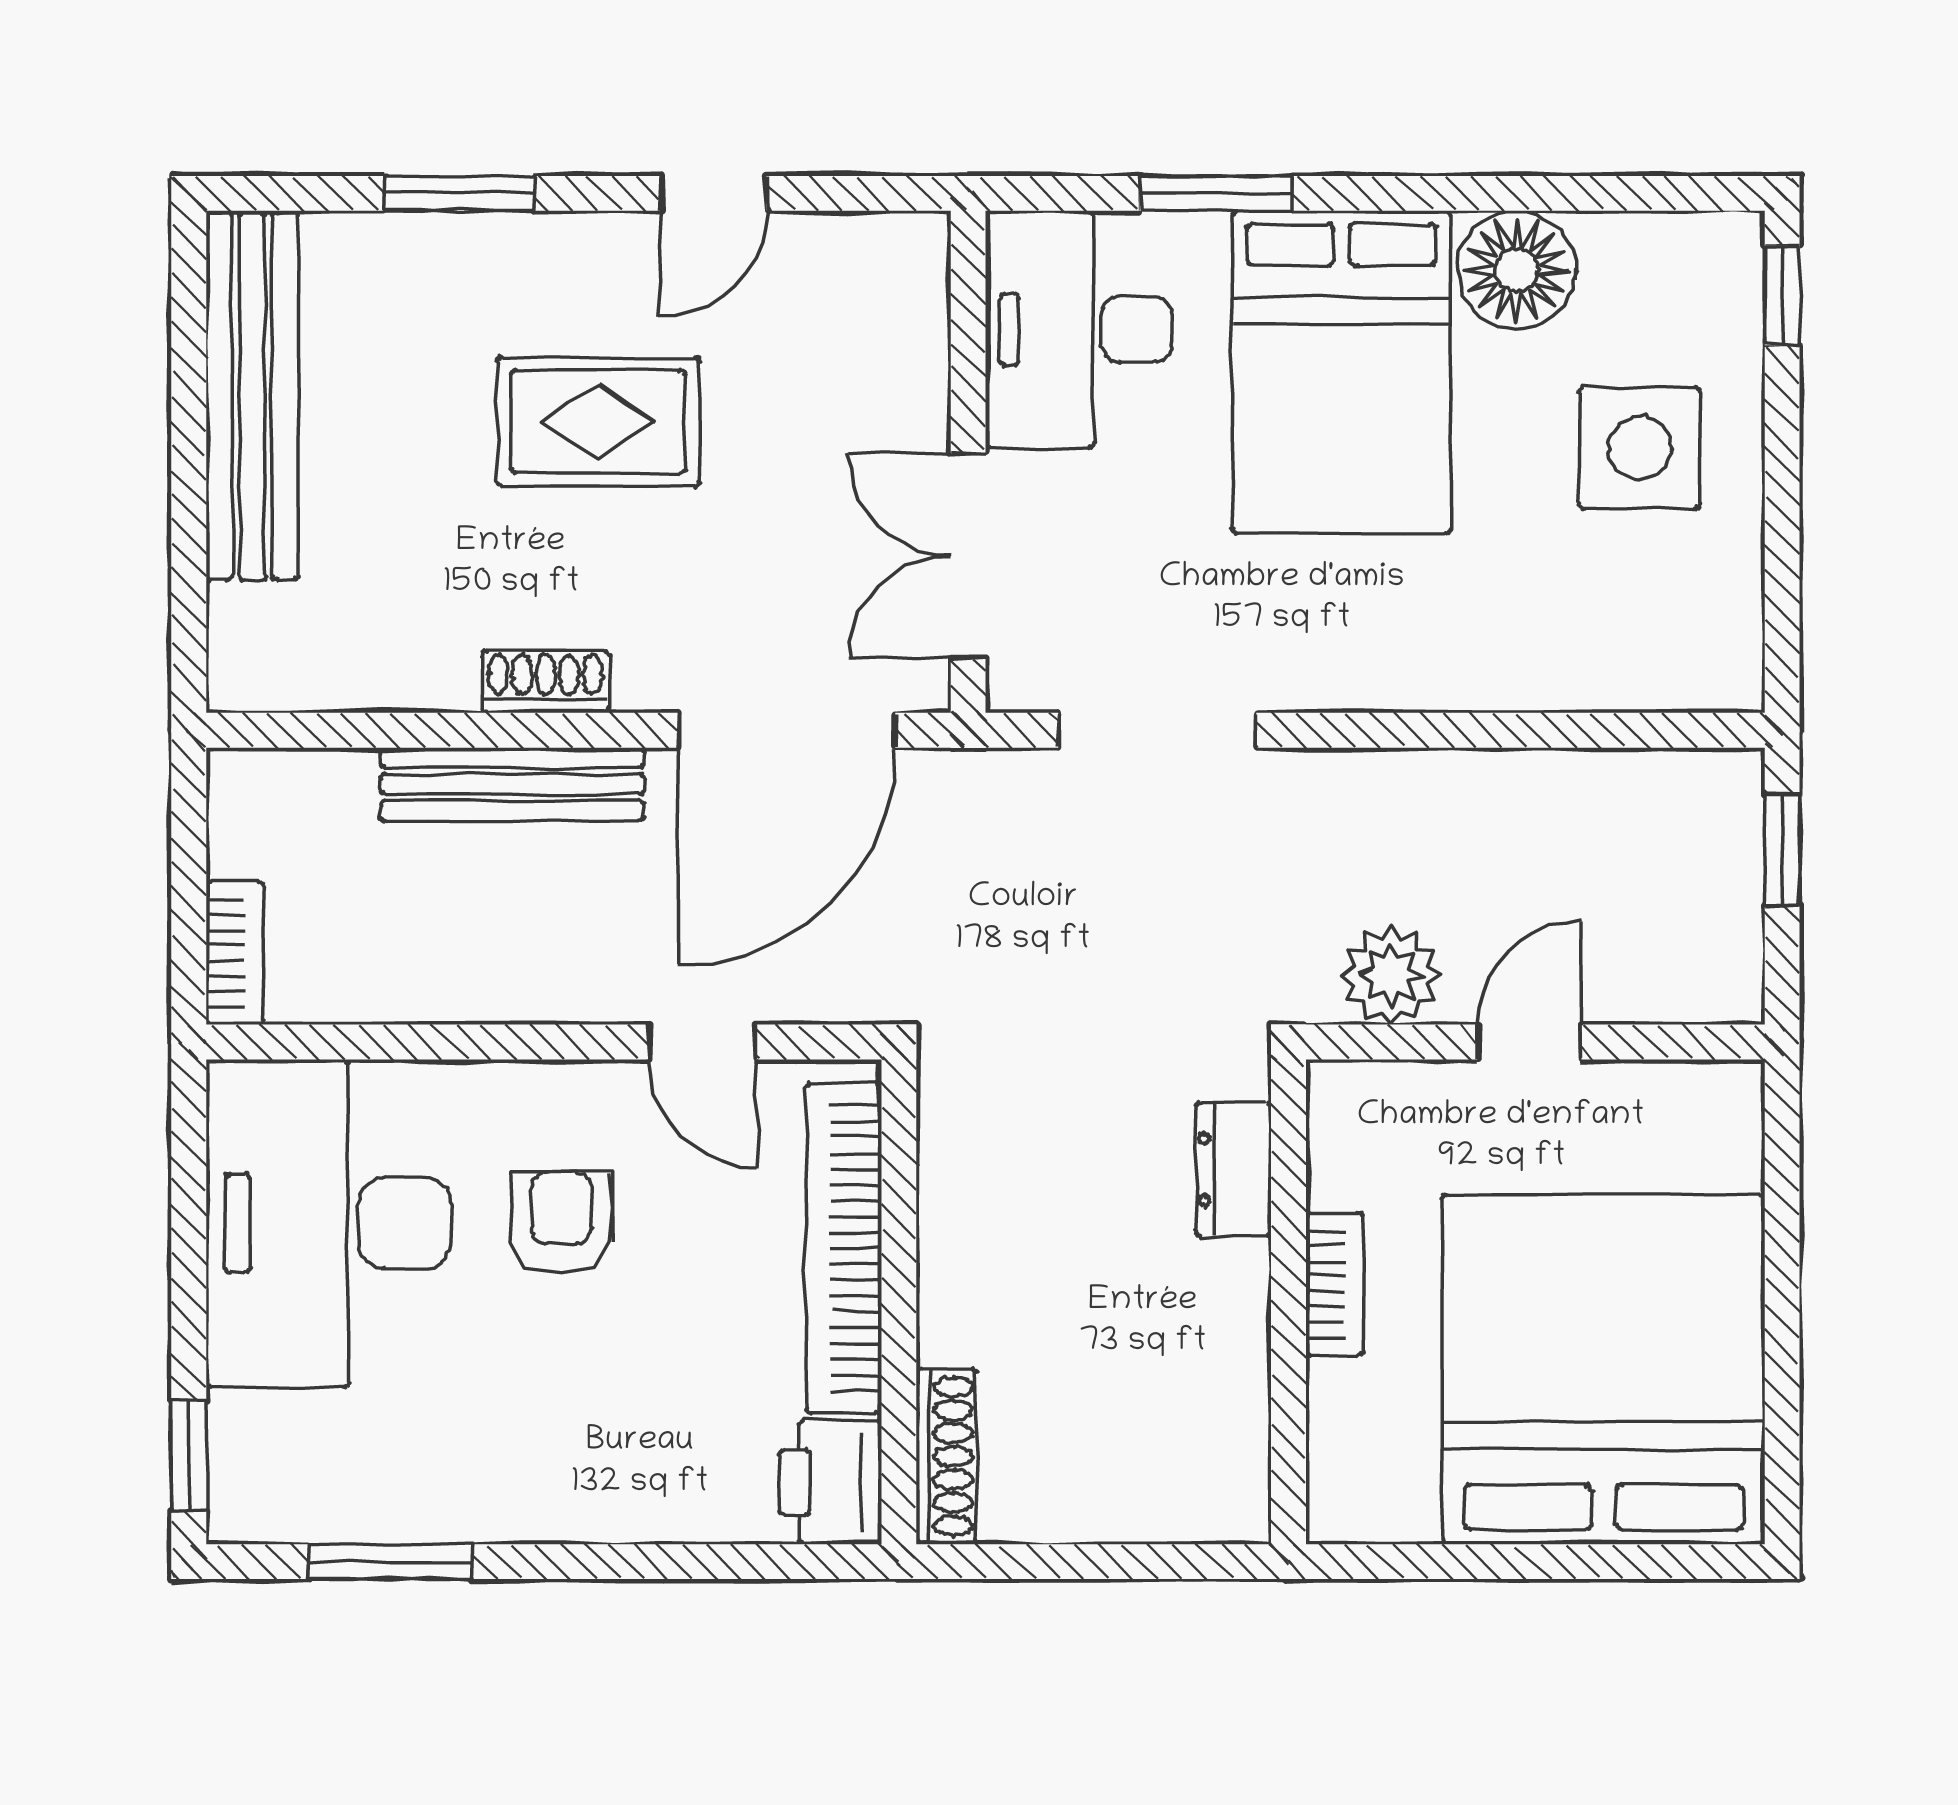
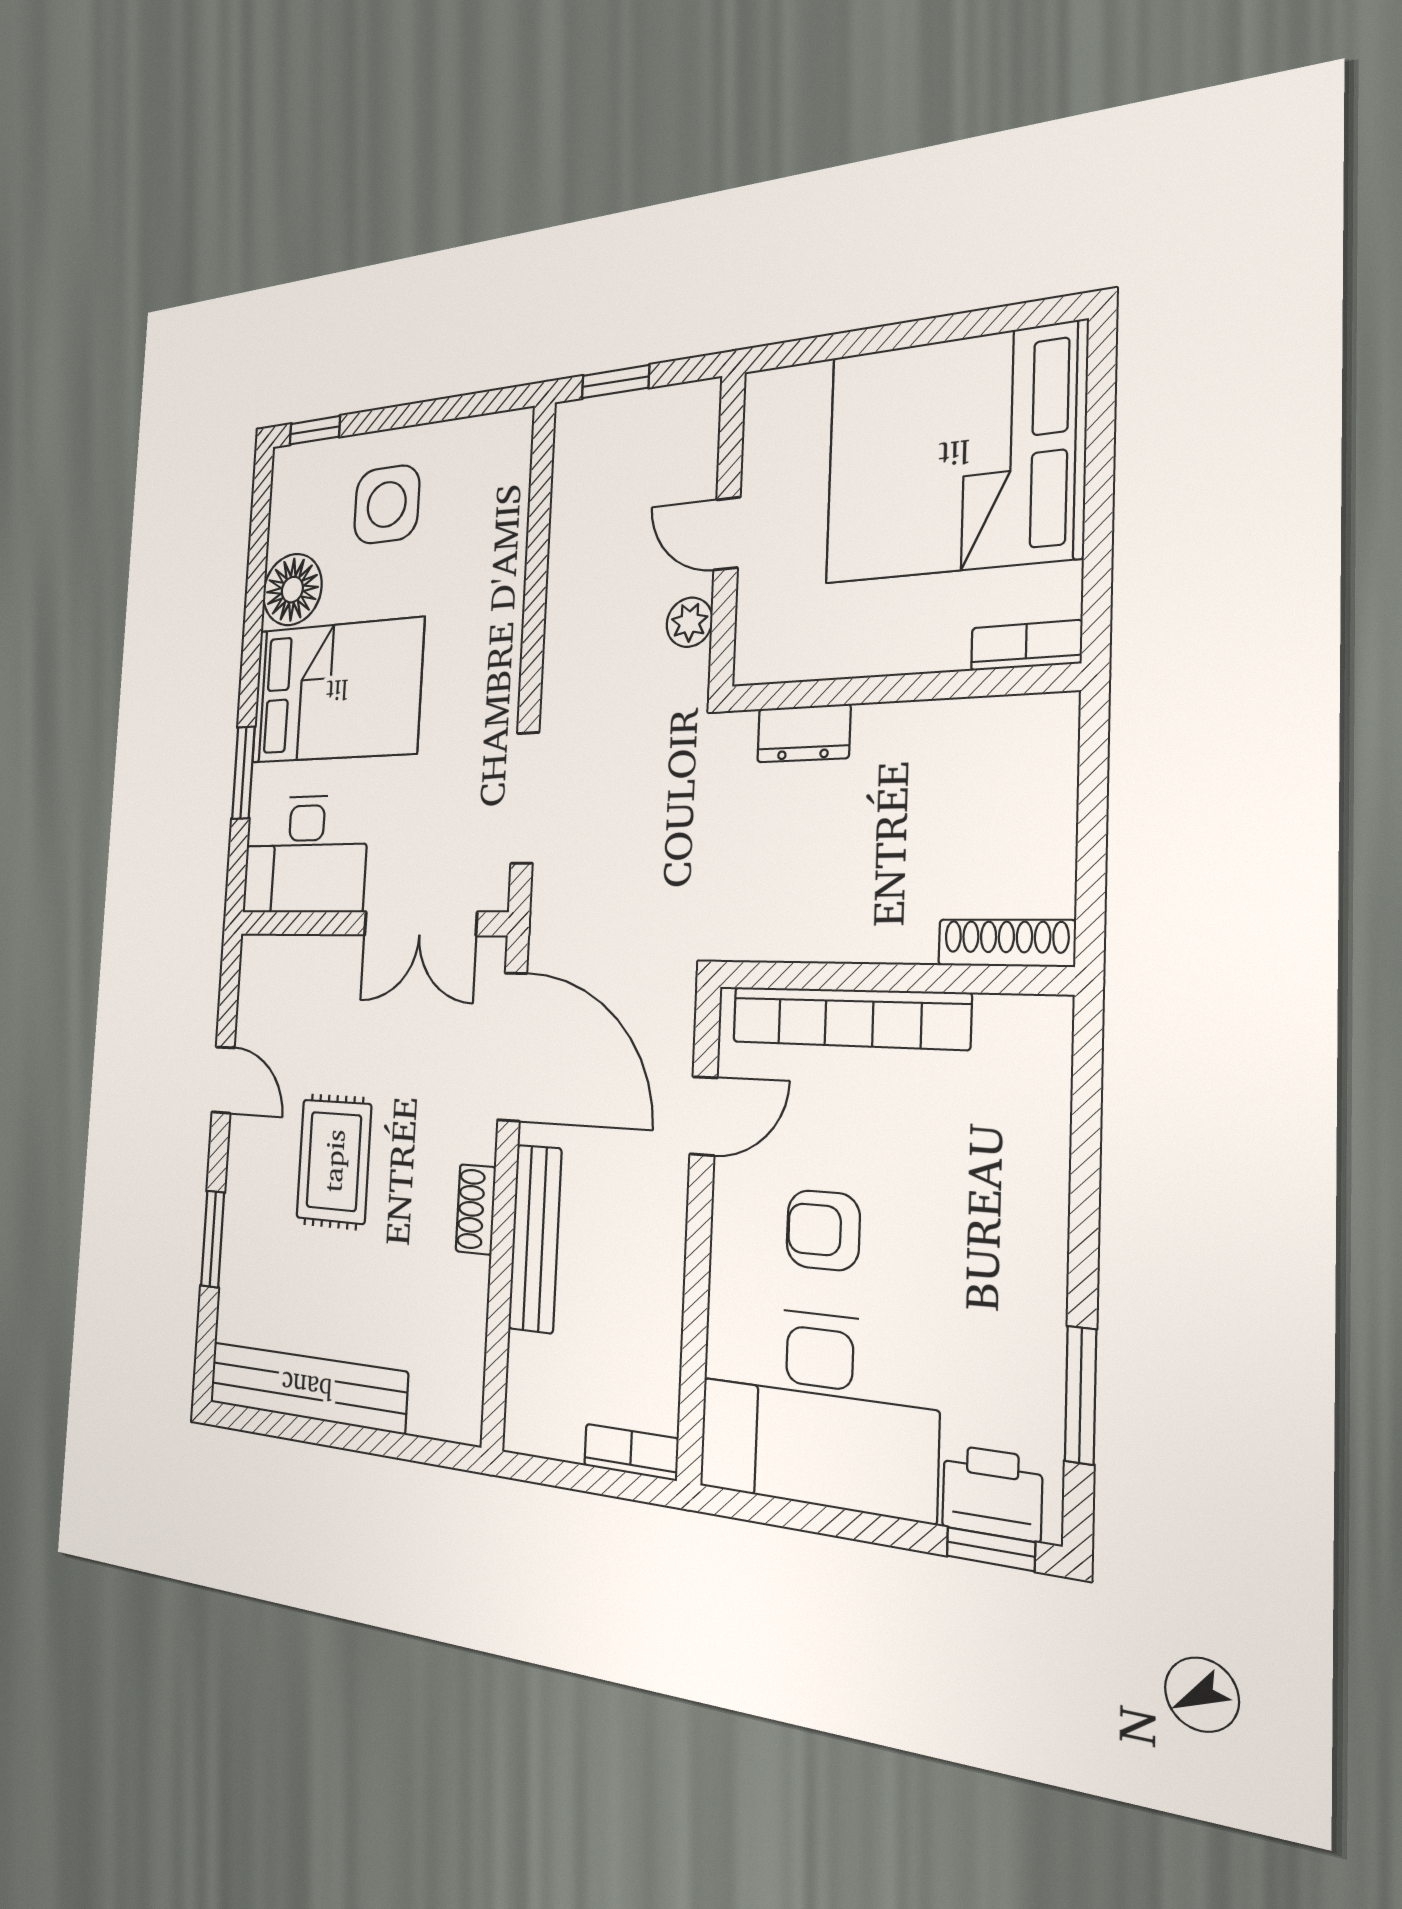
plant: (1391, 975) -> (689, 622), width x0.73, depth x0.73
bookcase: (1334, 1284) -> (1026, 646), moved
printer: (830, 1482) -> (992, 1493), moved, turned 180

